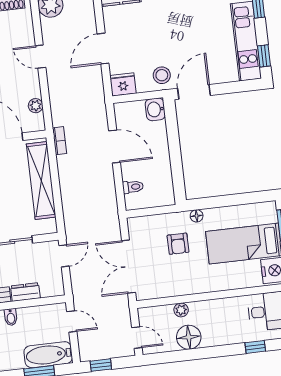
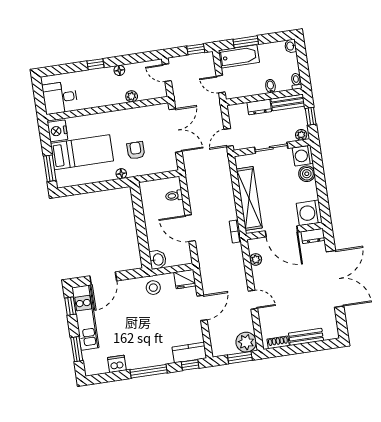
door: (194, 92) -> (103, 278), moved
floor lamp: (189, 337) -> (119, 70), width x0.53, depth x0.53
window: (255, 347) -> (95, 64), moved

